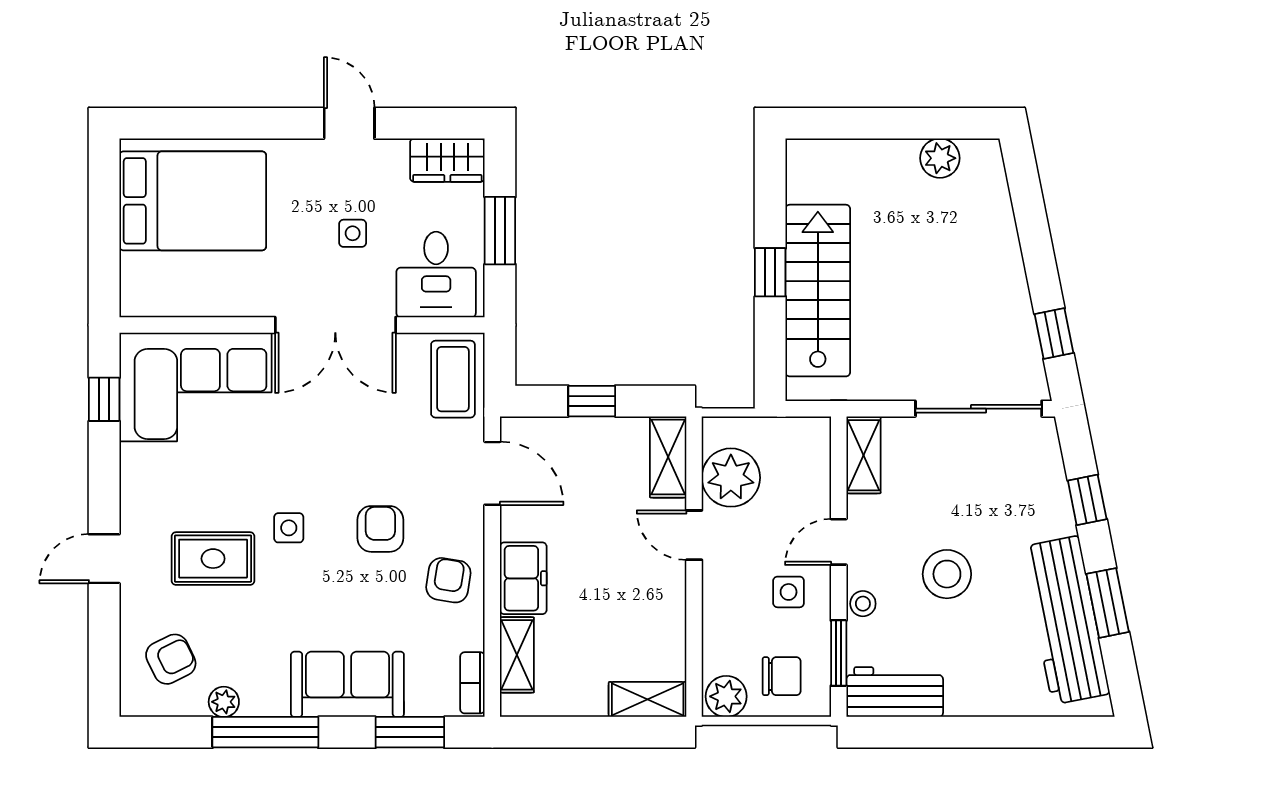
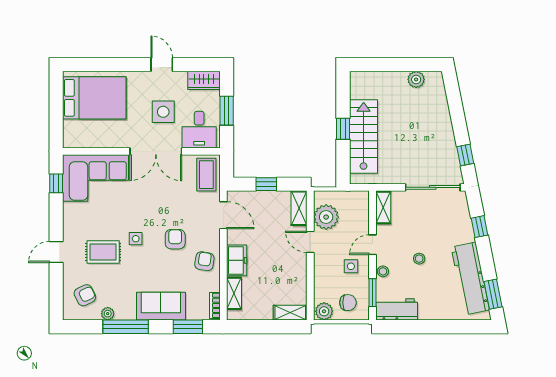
side table: (353, 233) -> (163, 112), width x1.87, depth x1.87
stool: (947, 574) -> (419, 259), width x0.53, depth x0.53
window: (1108, 603) -> (493, 294), moved

